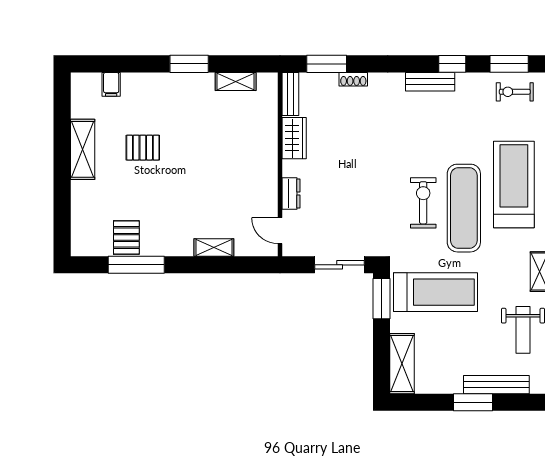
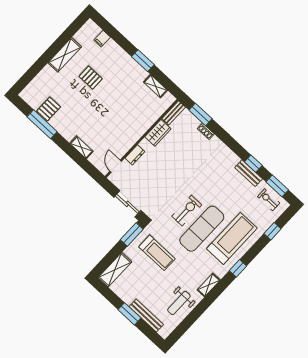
bench: (430, 82) -> (249, 173), moved
treadmill: (435, 292) -> (157, 253), width x0.73, depth x0.73

